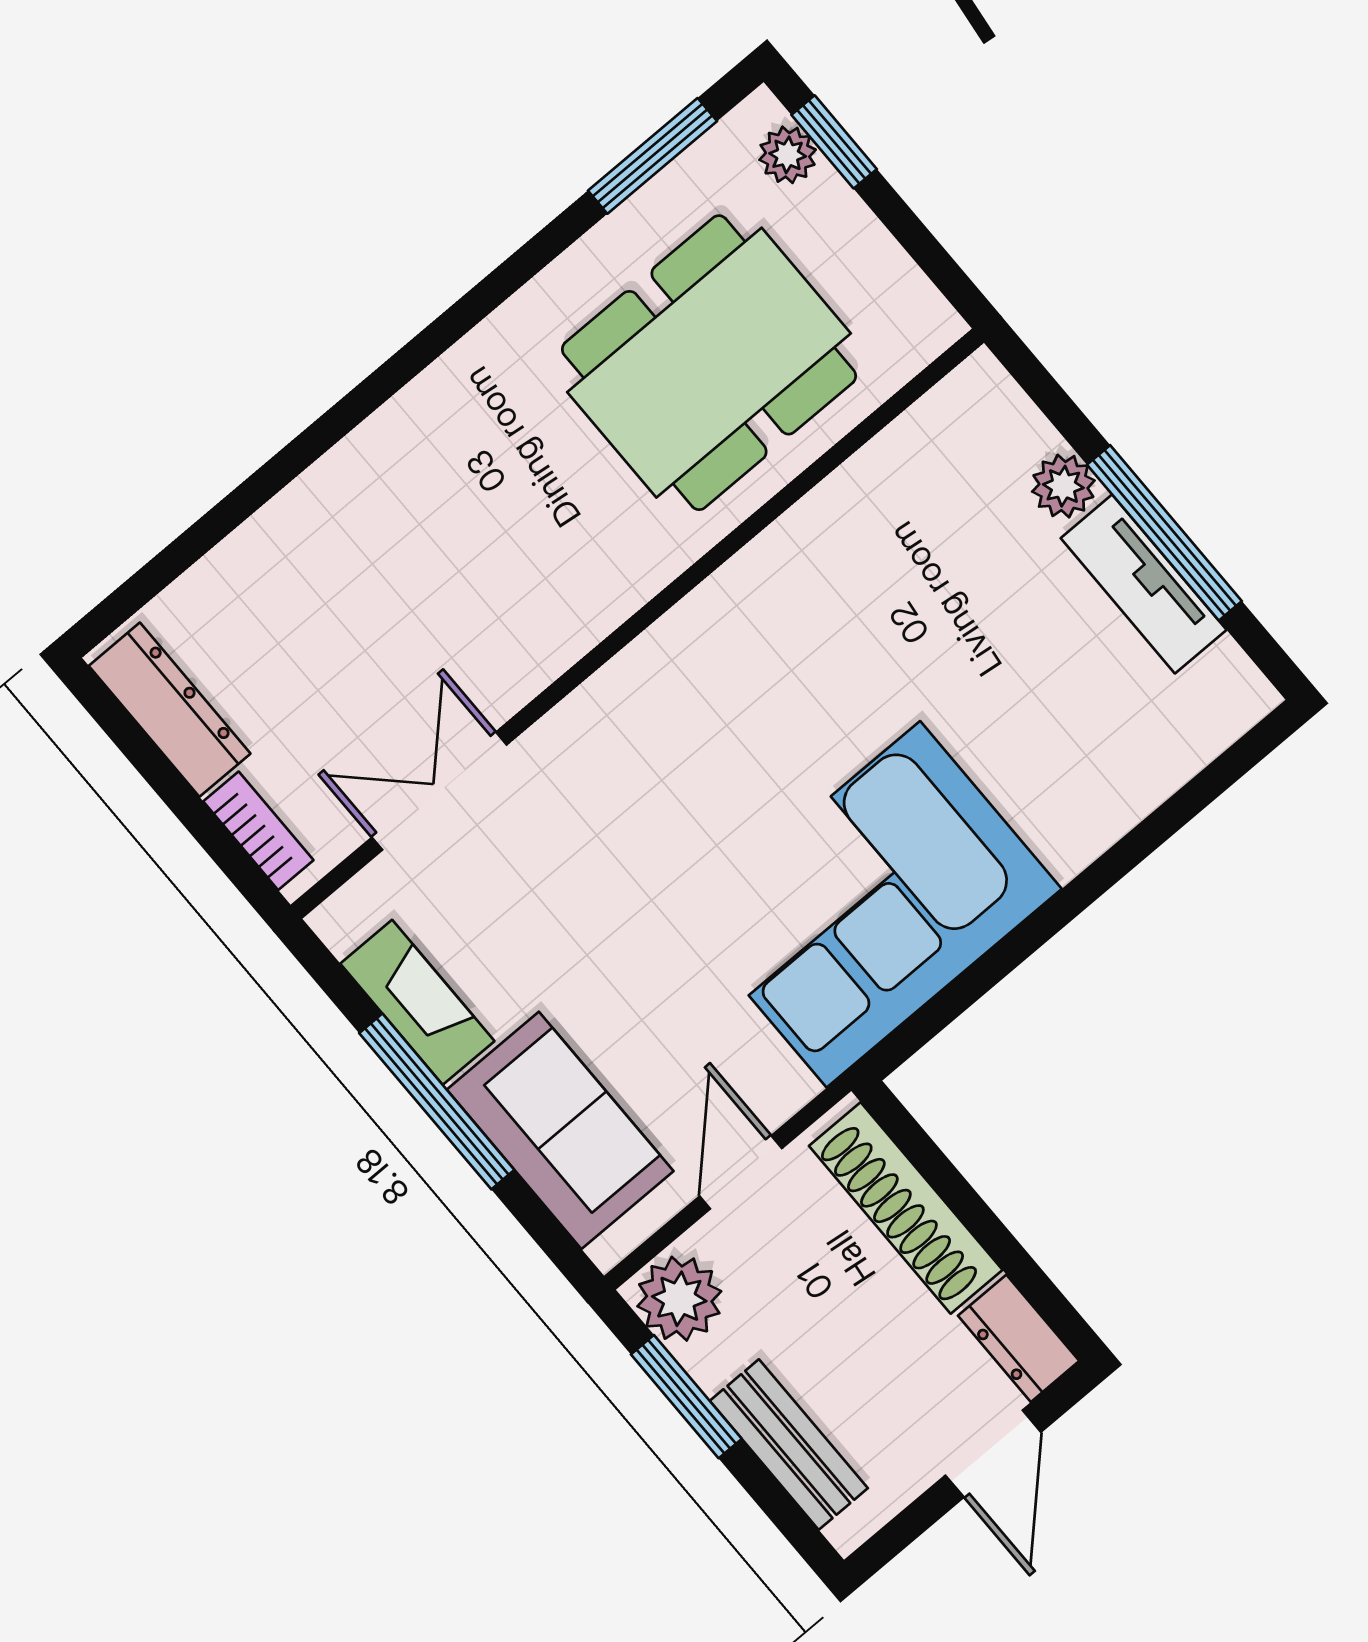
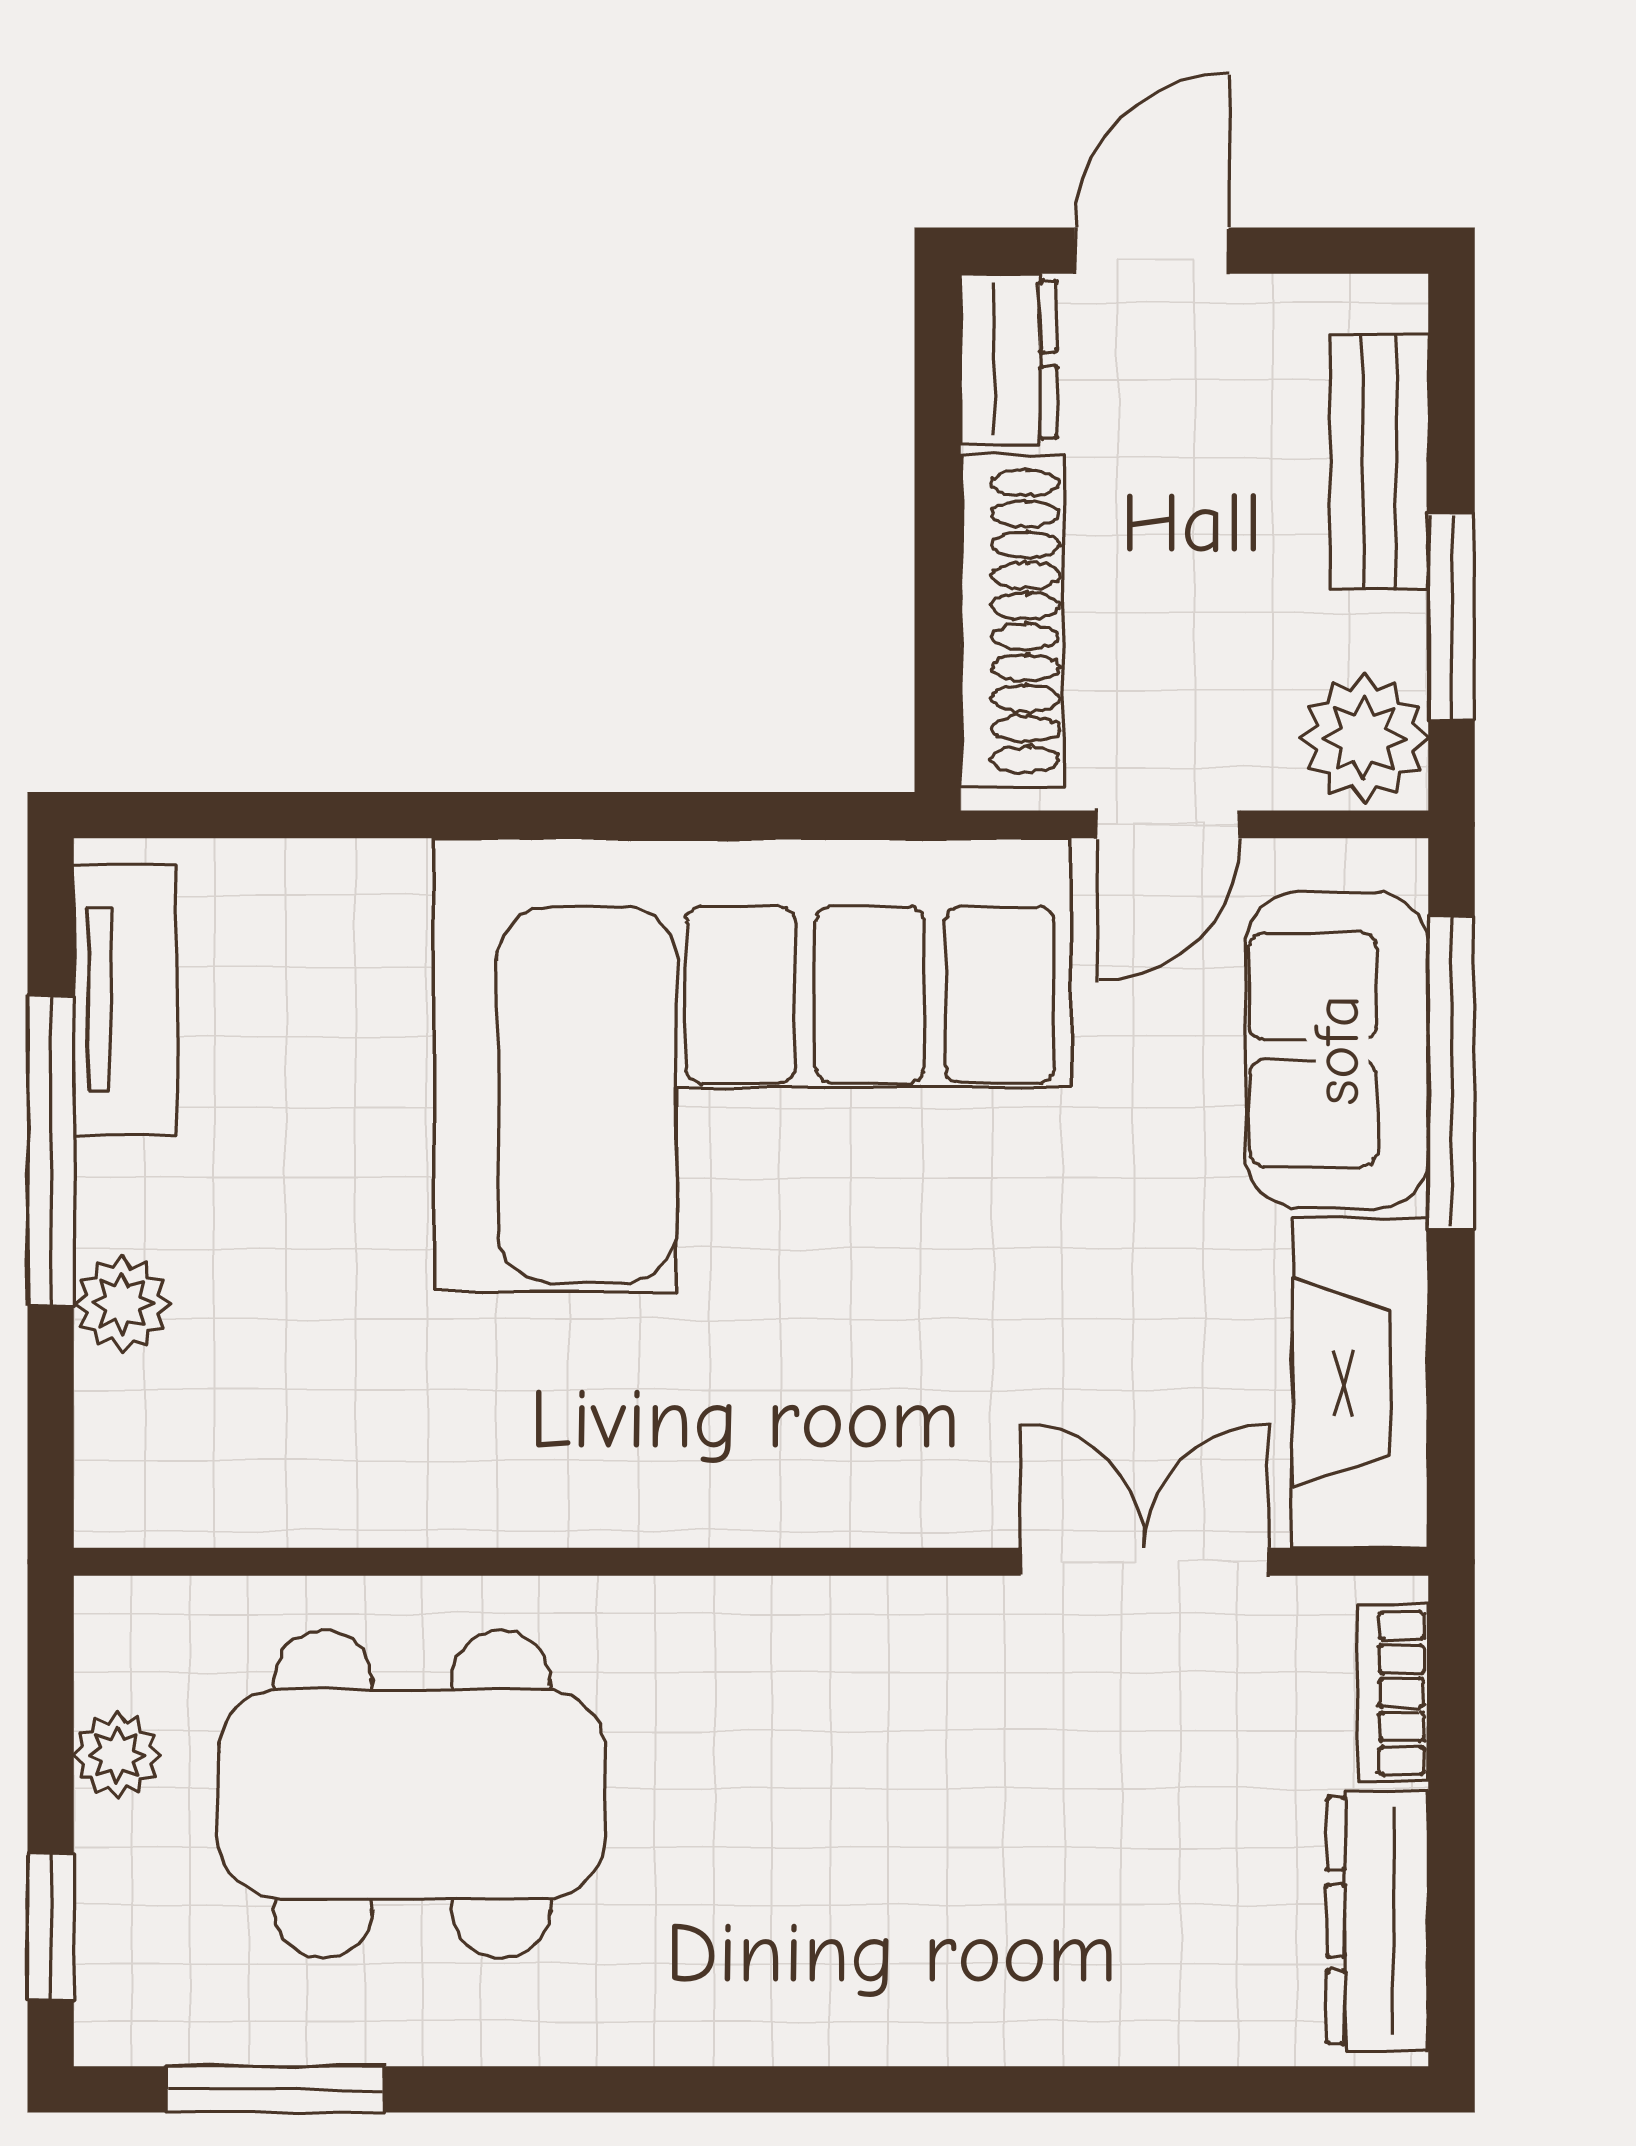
plant: (788, 155) -> (117, 1755), moved
tv unit: (1144, 584) -> (125, 1000), moved
double door: (439, 791) -> (1145, 1562), swing flipped
corner sofa: (873, 904) -> (752, 1065), width x1.36, depth x1.36
fireplace: (417, 1002) -> (1361, 1383), width x1.37, depth x1.32
window: (437, 1101) -> (1452, 1073), moved

